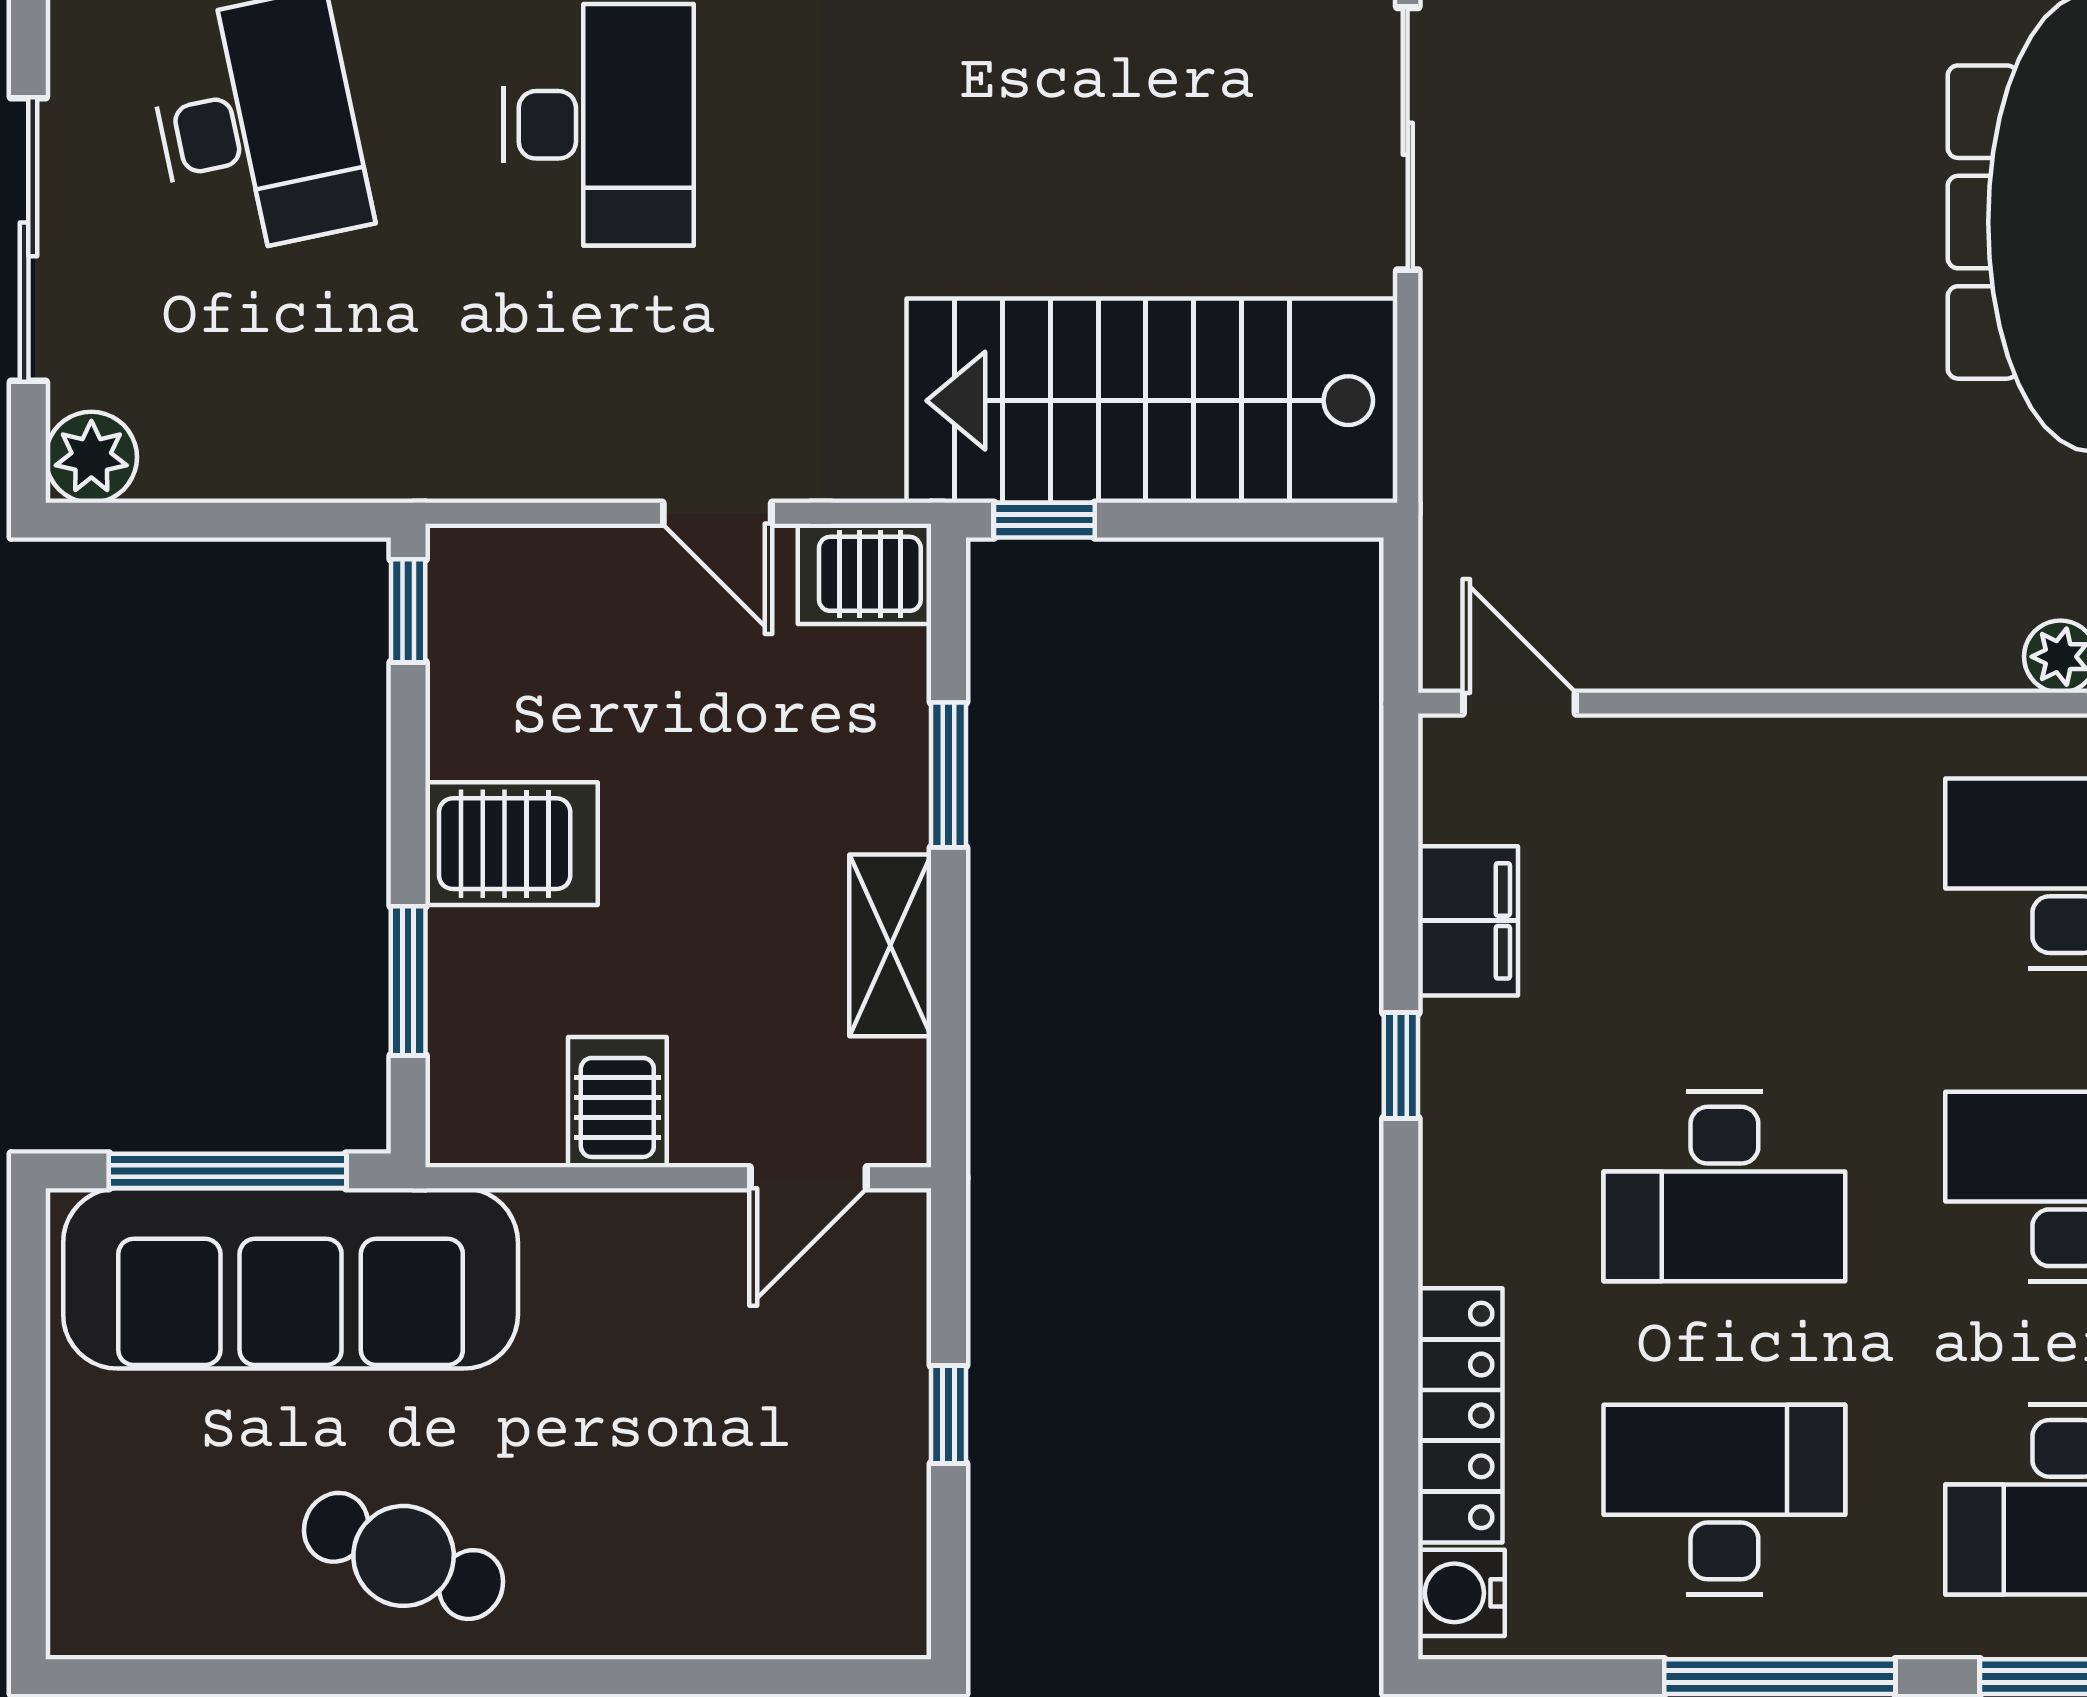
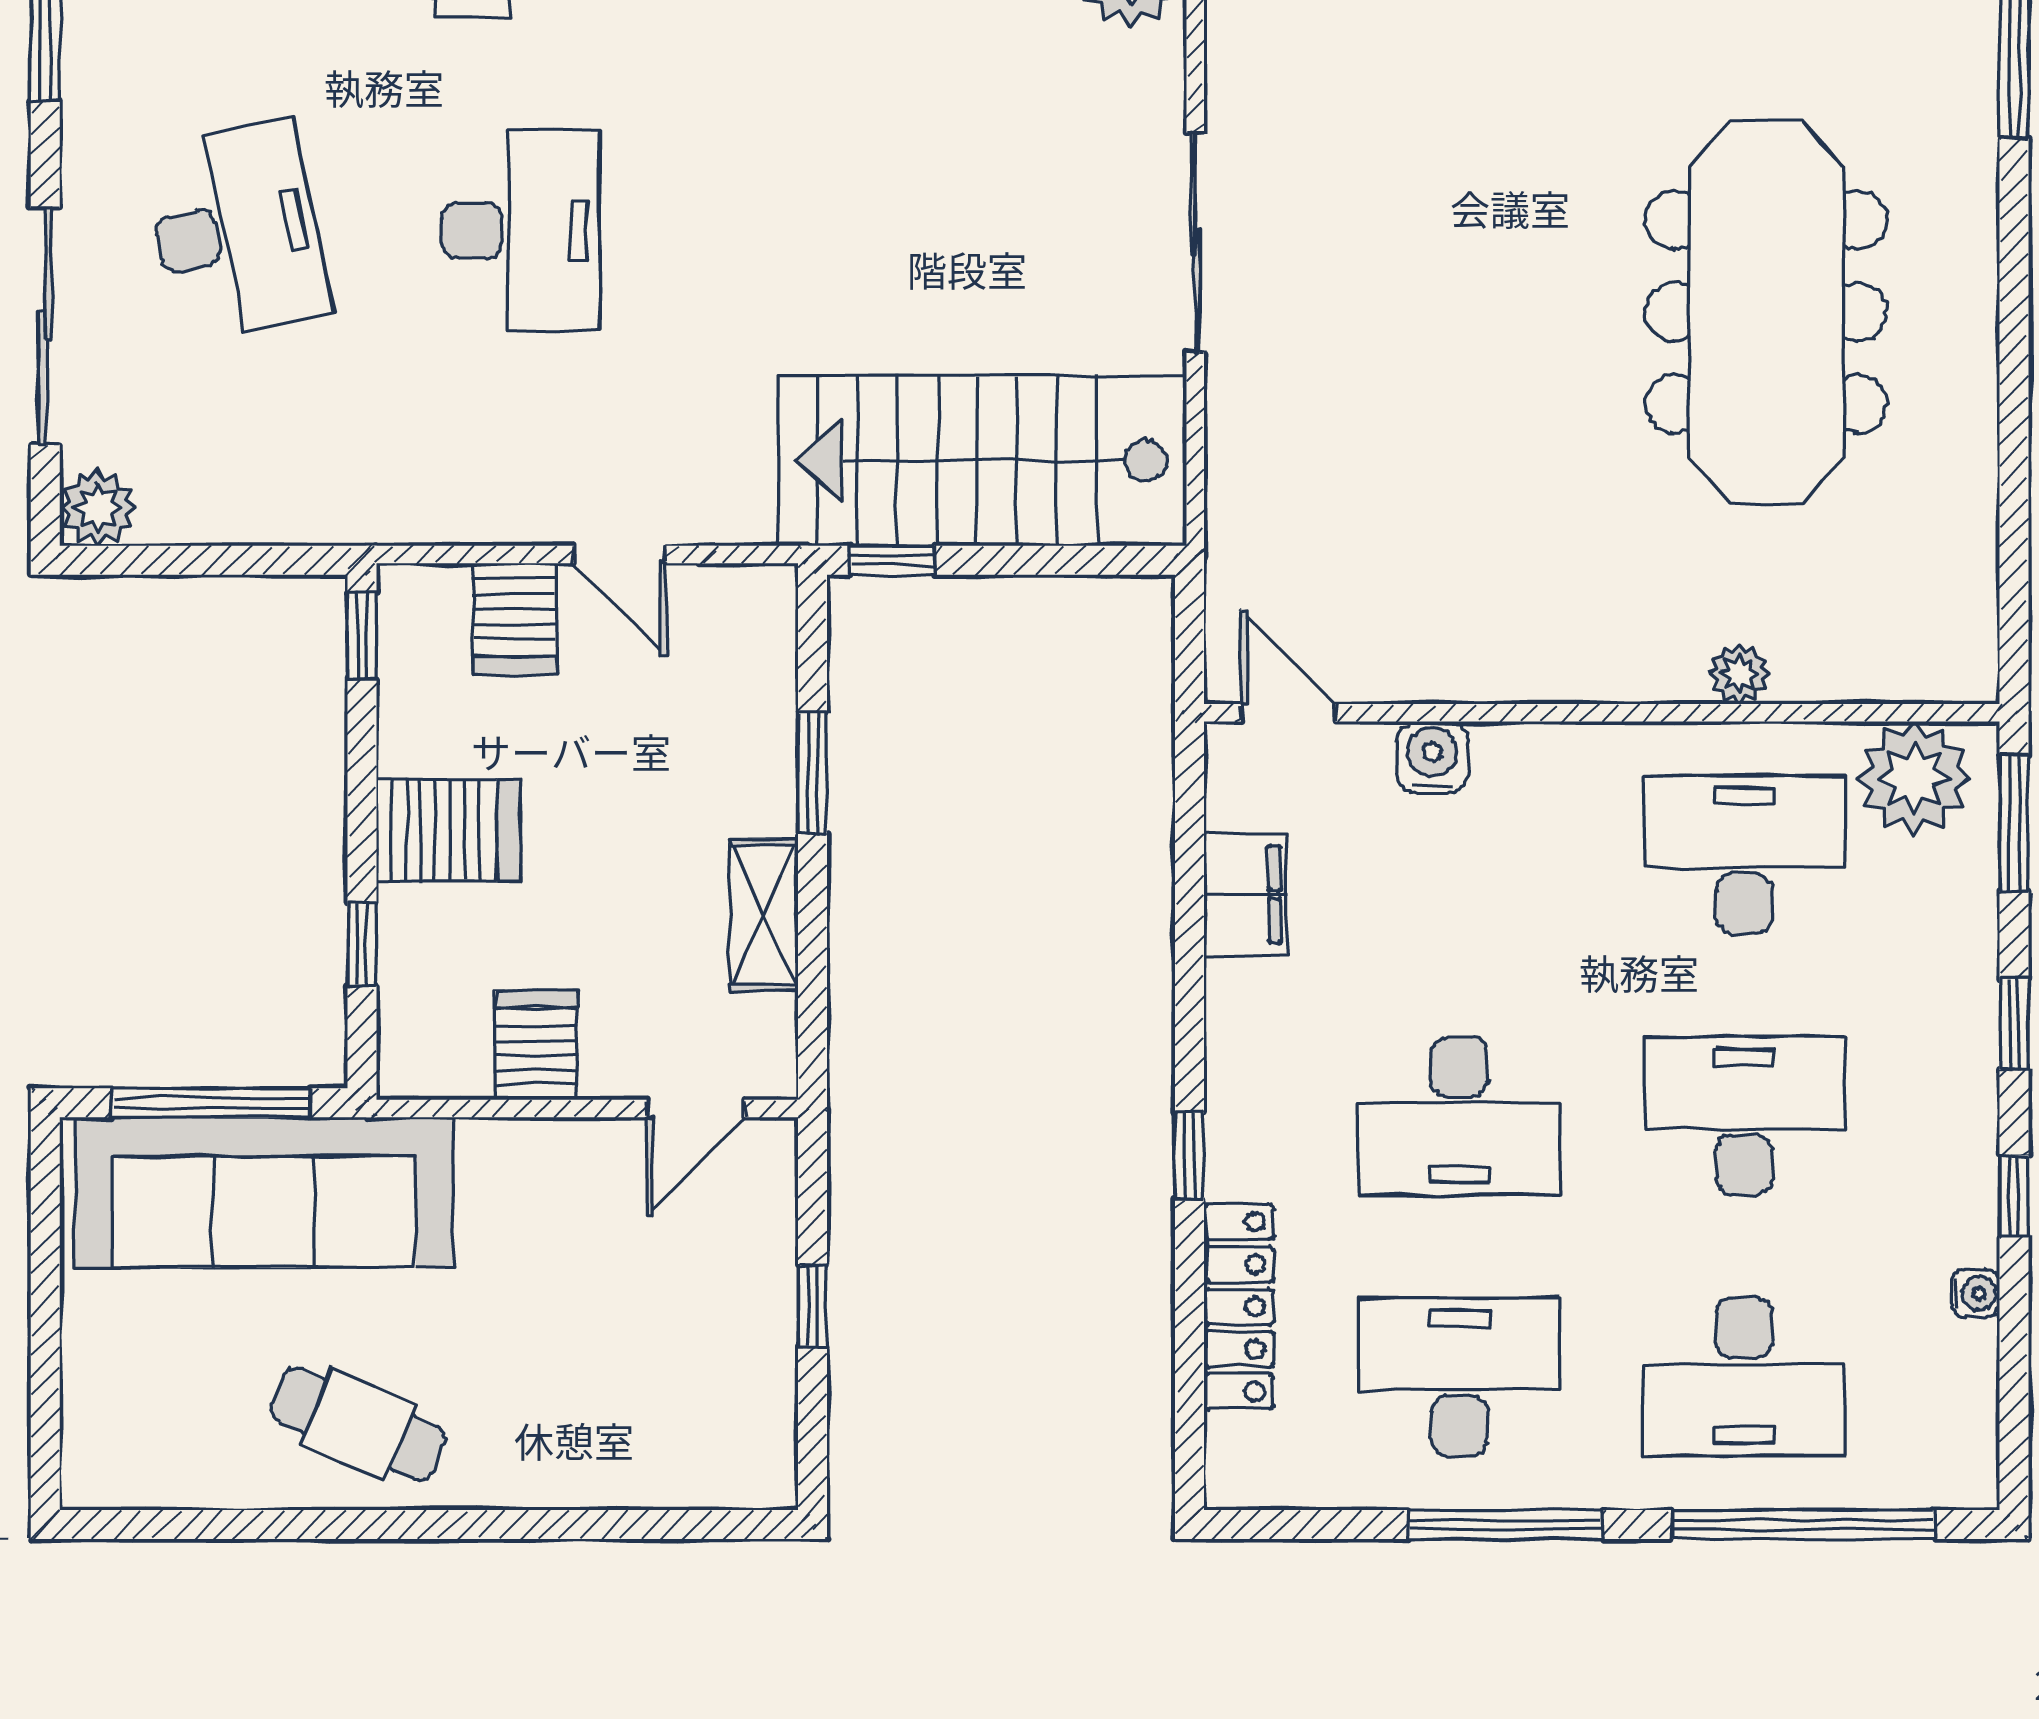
server rack: (865, 574) -> (515, 619), moved, turned -90
window: (408, 981) -> (362, 944), width x0.67
window: (1401, 1065) -> (1189, 1156), moved
water cooler: (1461, 1593) -> (1432, 758), moved, turned 90

